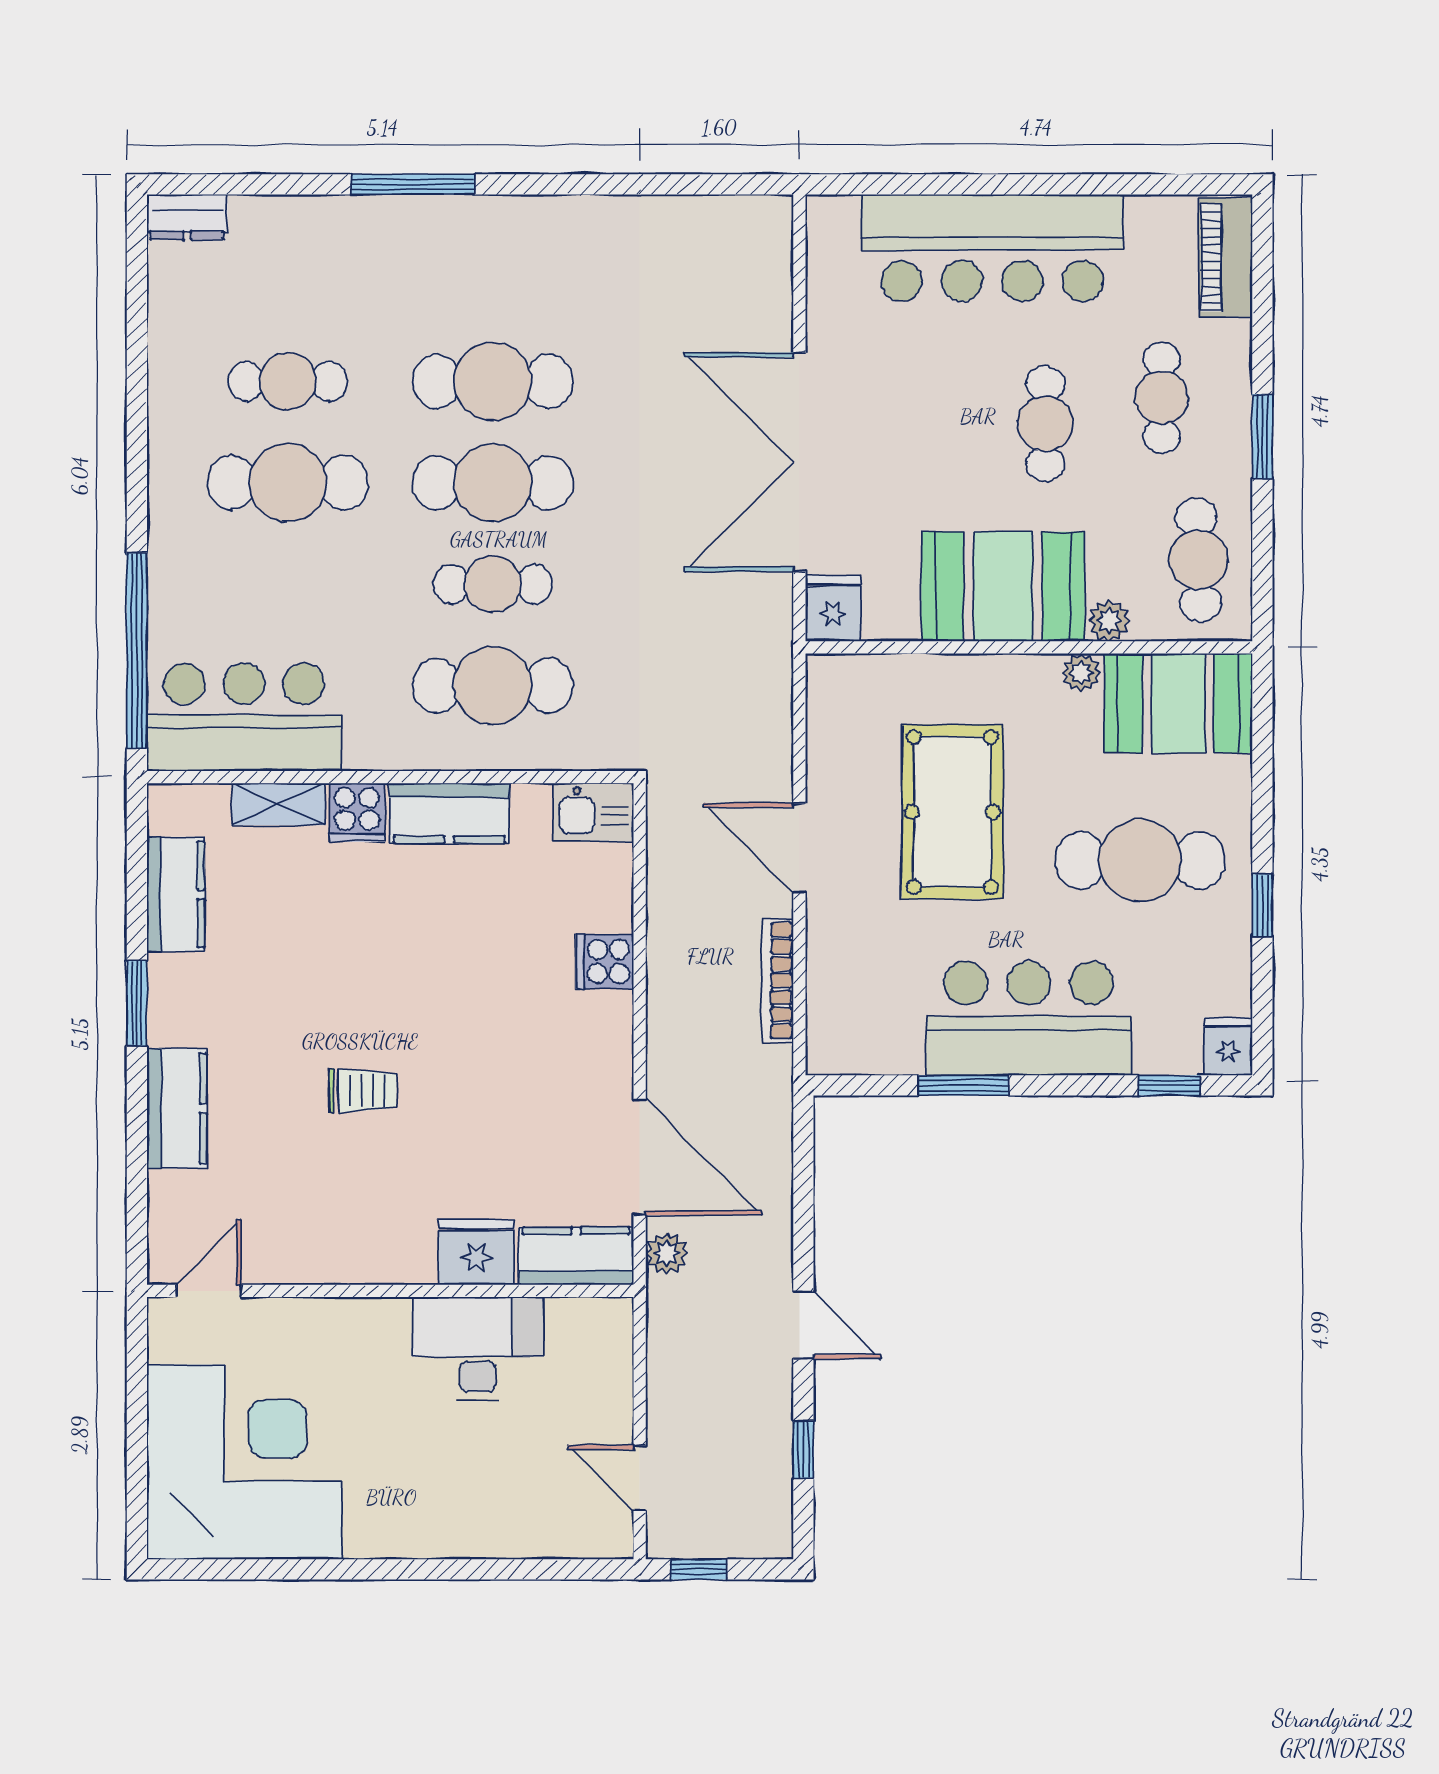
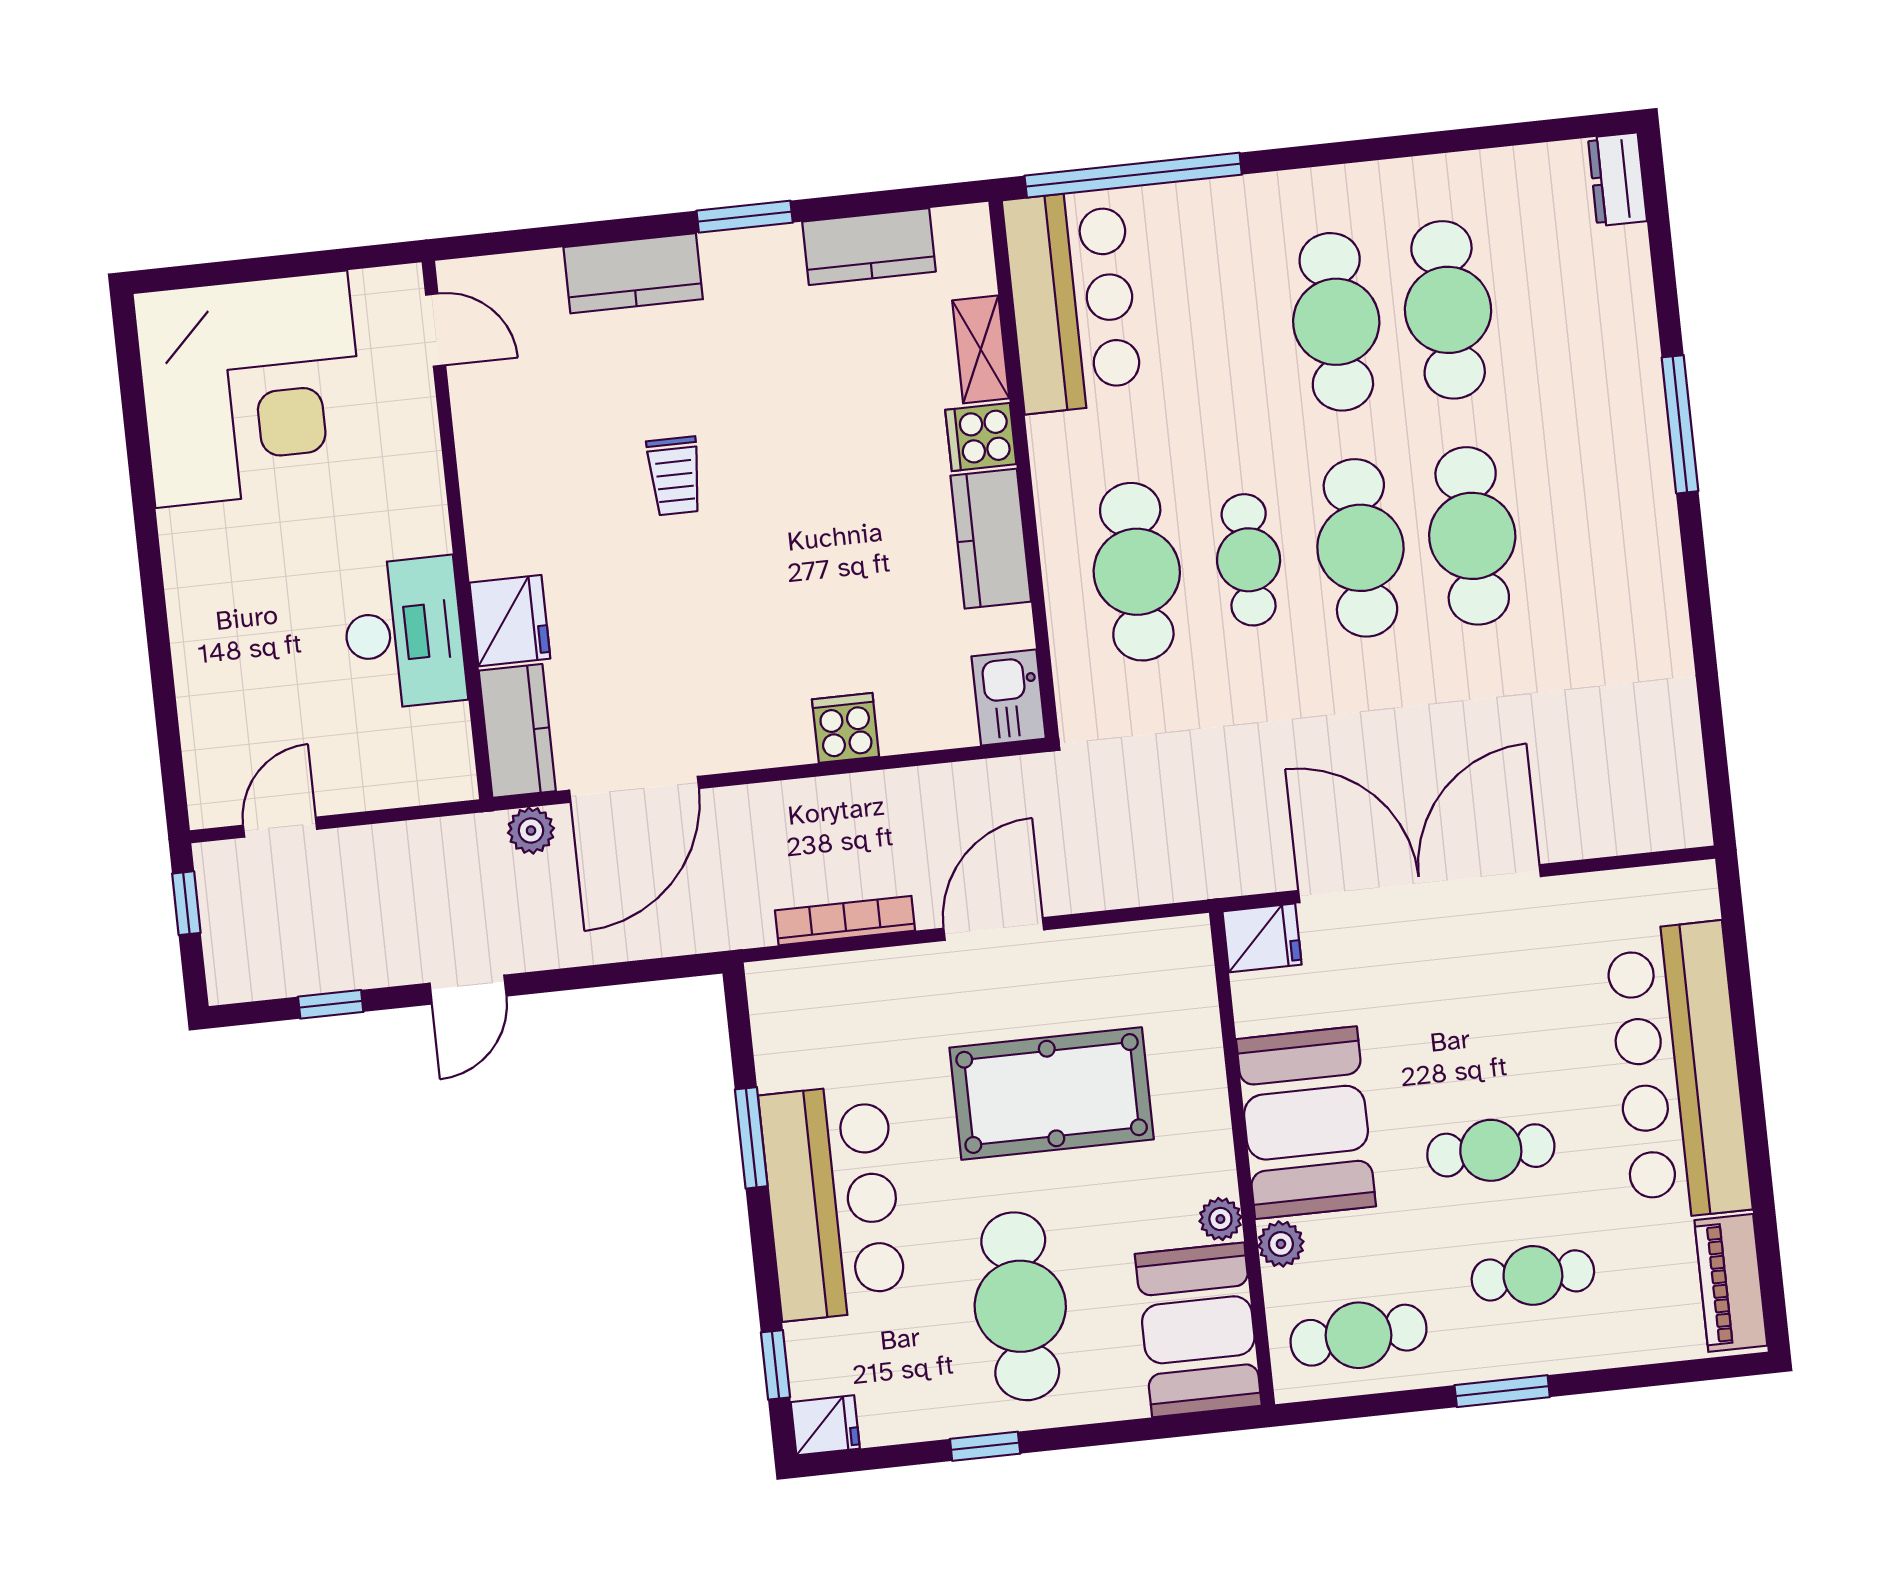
piano: (1226, 258) -> (1731, 1283), moved, turned -90
cafe table: (288, 381) -> (1448, 310), width x1.37, depth x1.35

